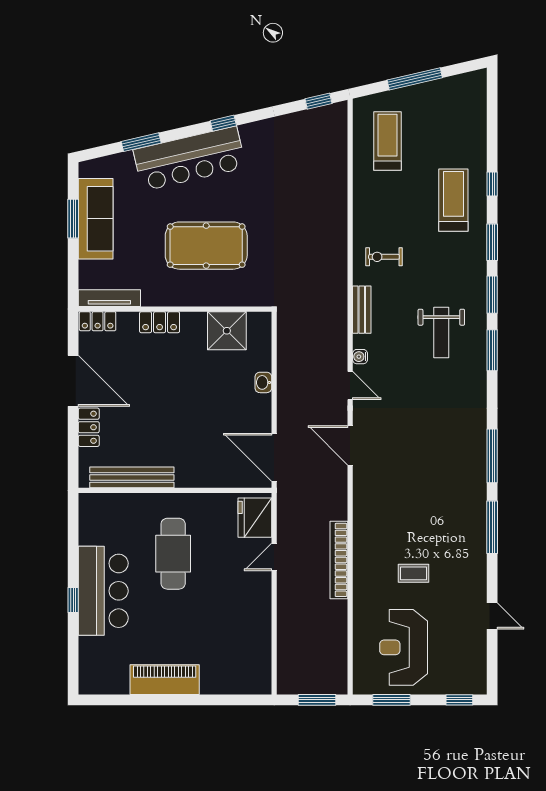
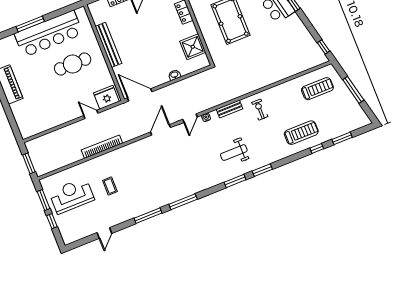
window: (492, 242) -> (342, 138), moved
door: (274, 457) -> (140, 95), hinge flipped
bench: (132, 477) -> (108, 45), moved
bar counter: (103, 591) -> (49, 34), width x1.36
window: (73, 600) -> (30, 24), width x2.17
window: (459, 700) -> (52, 221), moved

